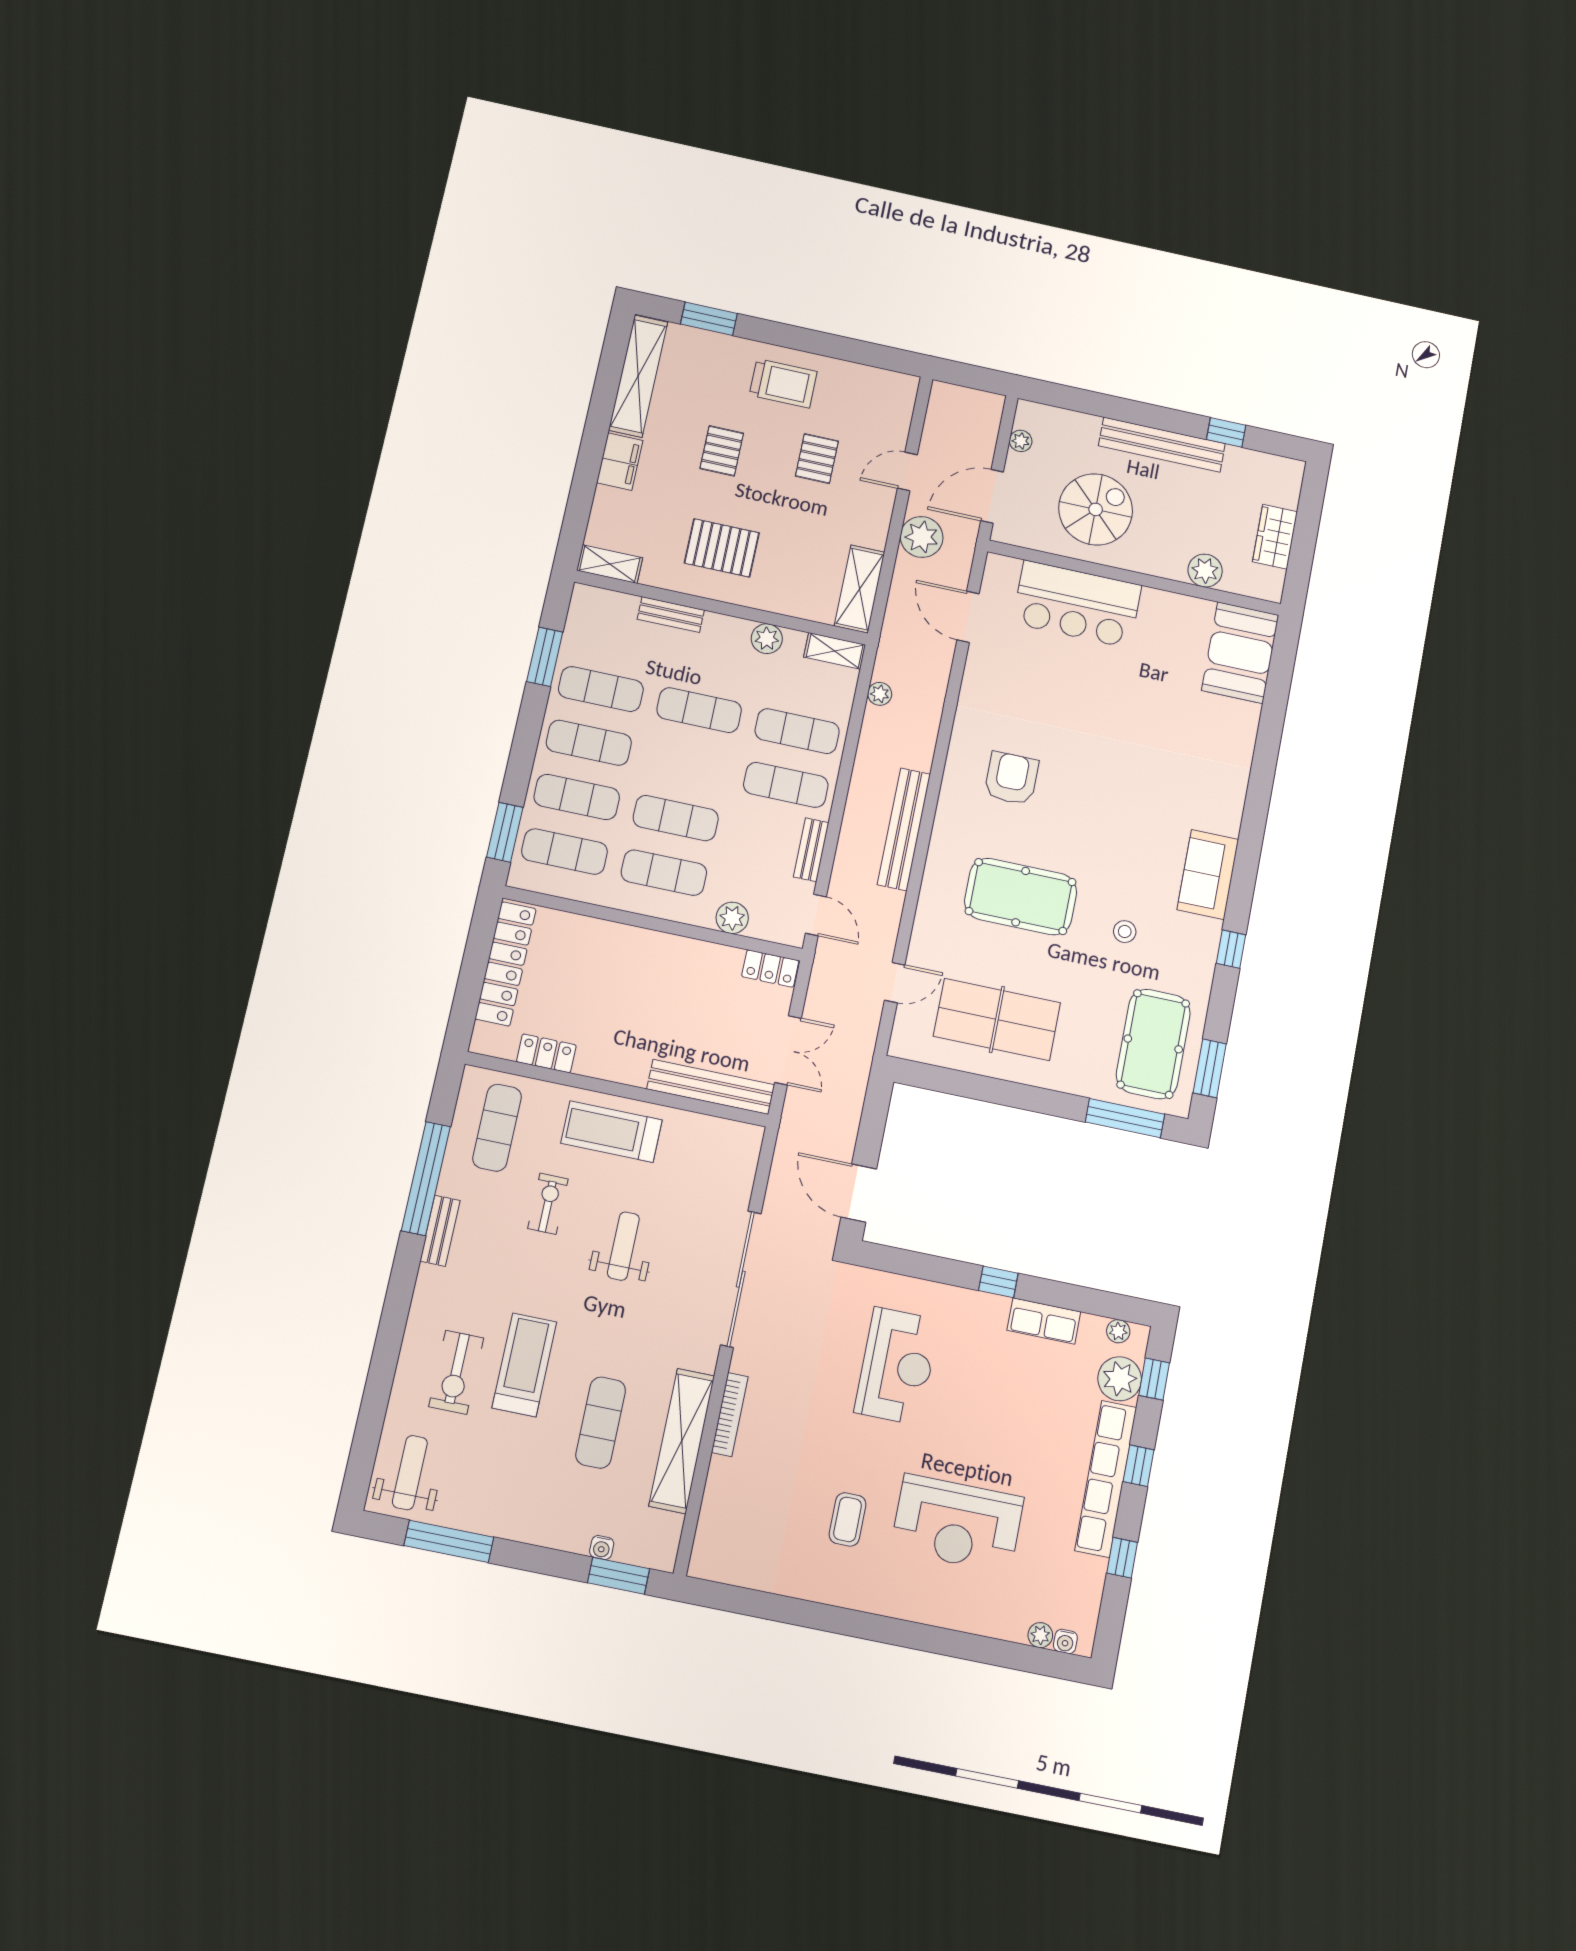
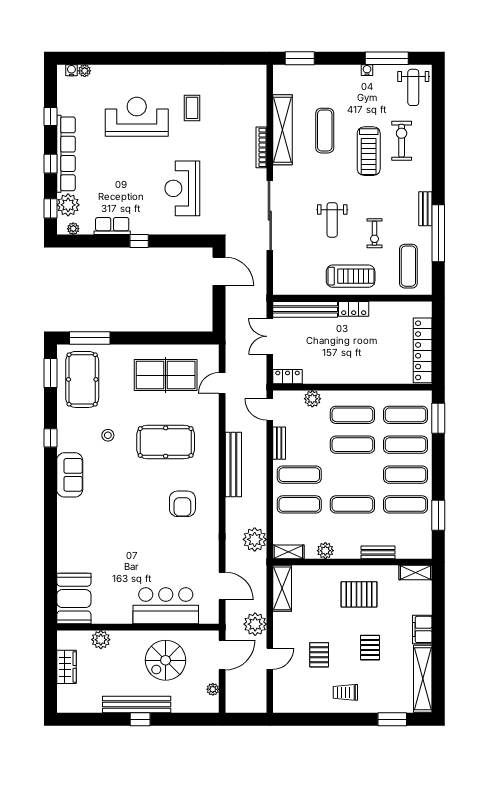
trolley: (783, 383) -> (345, 692), width x0.73, depth x0.72
window: (1226, 432) -> (140, 719), moved
plant: (880, 694) -> (255, 539), width x1.88, depth x1.88
locker: (546, 1053) -> (354, 309), moved
water cooler: (602, 1548) -> (367, 70), moved

